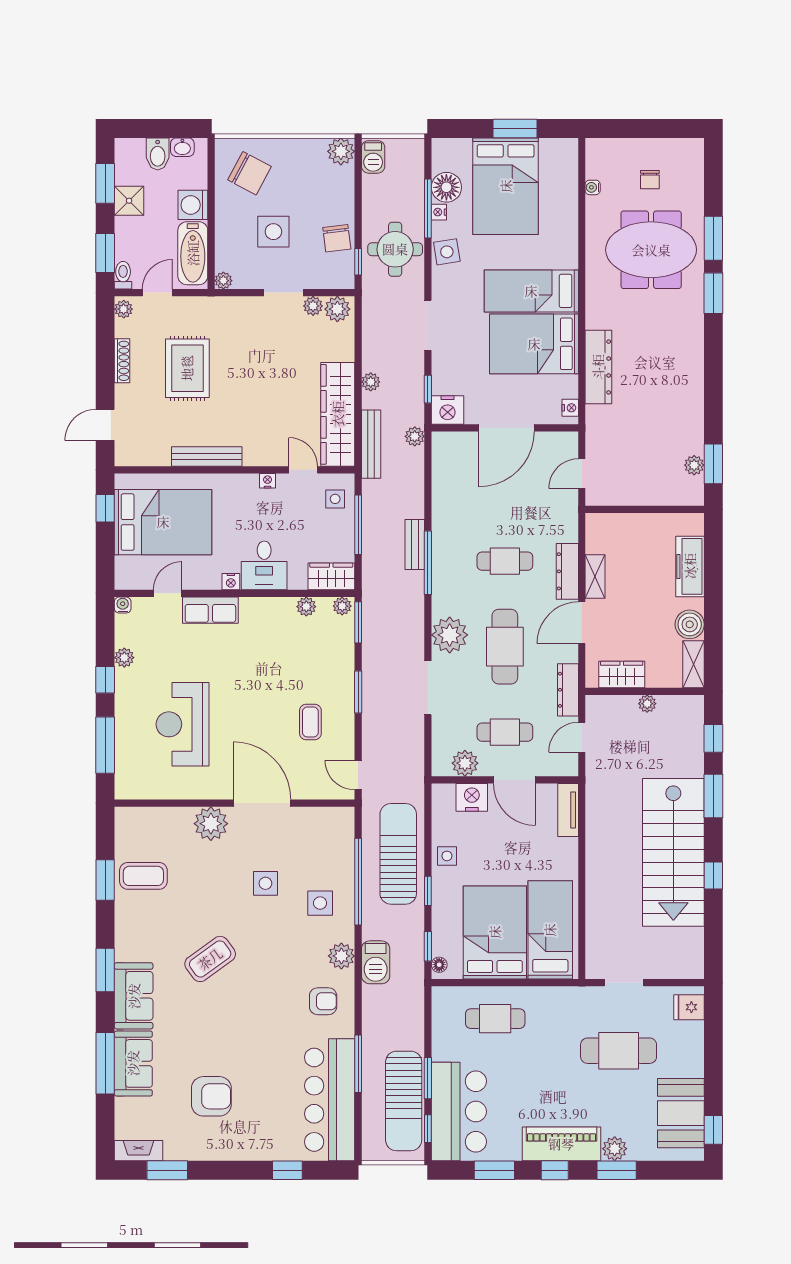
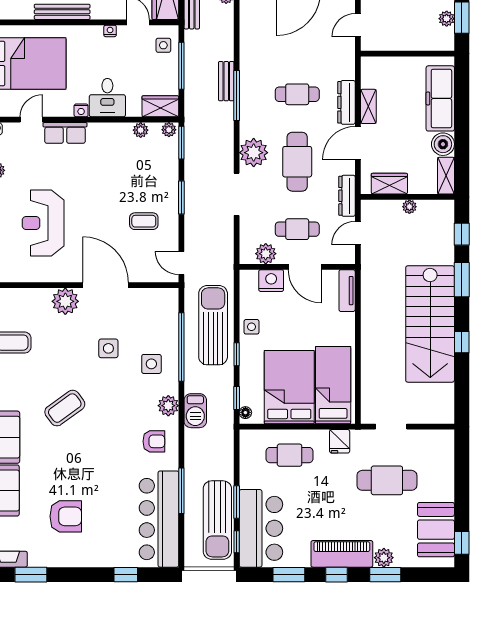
freezer: (690, 566) -> (440, 98), width x1.36, depth x1.26
coffee table: (310, 722) -> (144, 221), turned 90
fridge: (689, 1007) -> (340, 441), moved, turned -90

